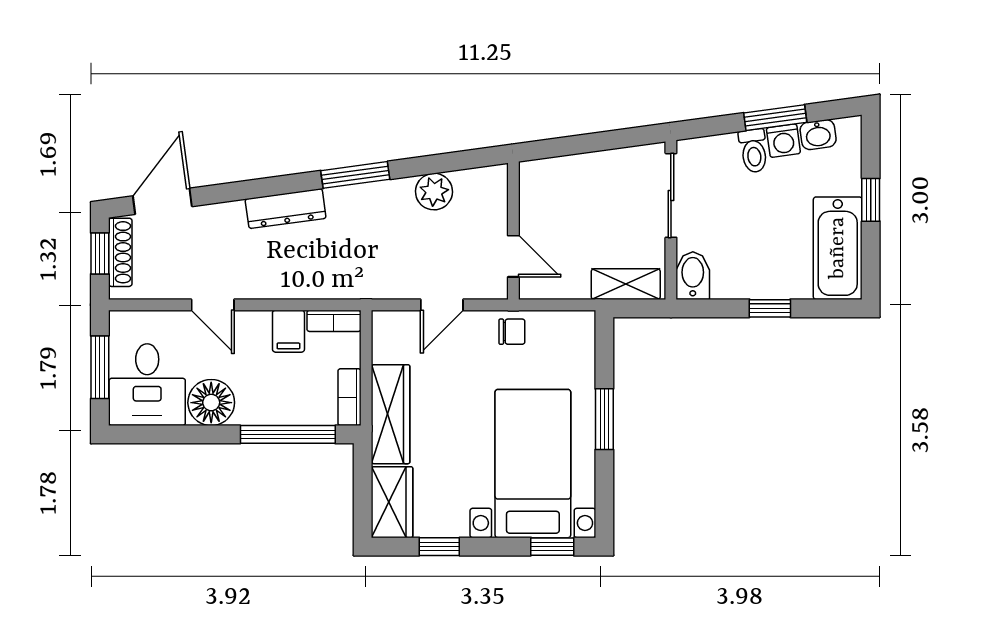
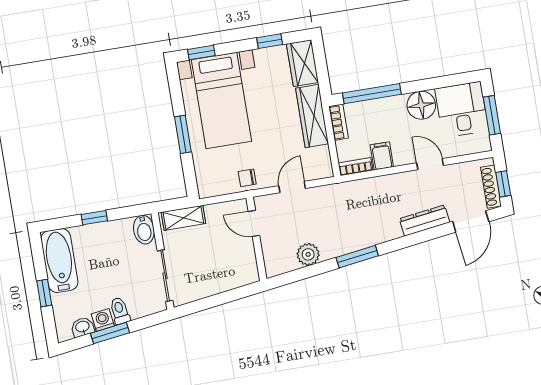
dresser: (286, 209) -> (425, 220), moved

